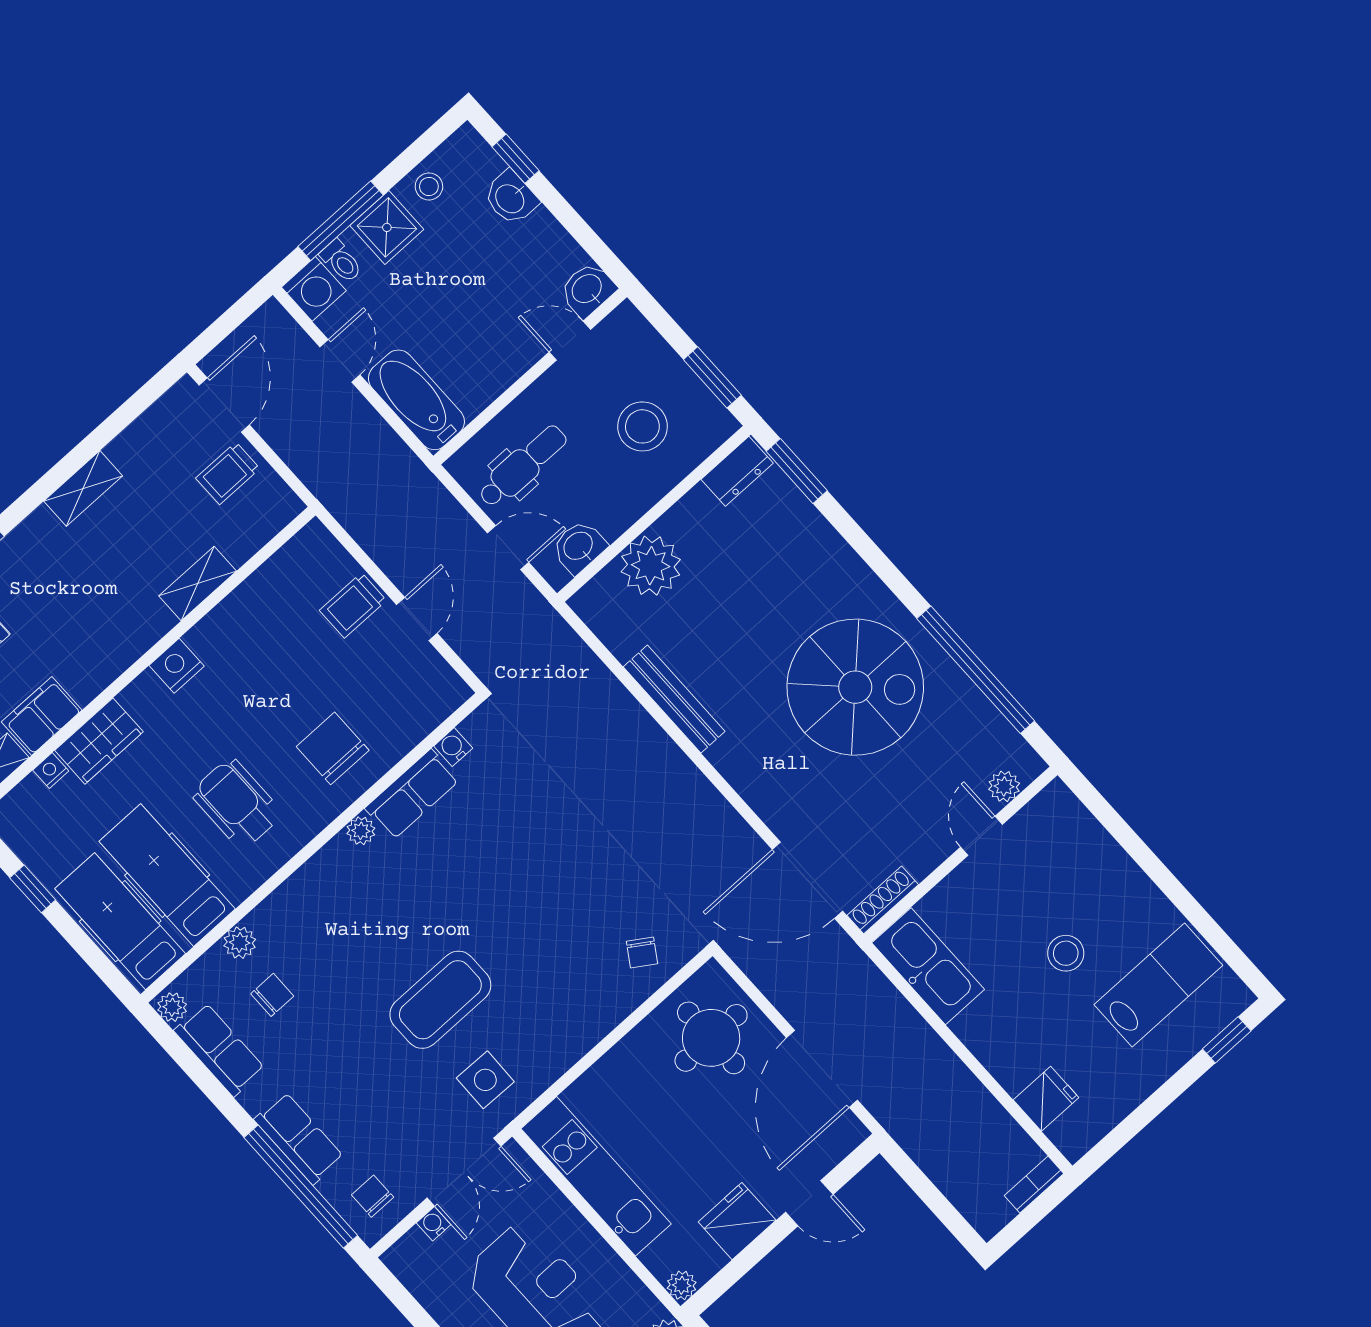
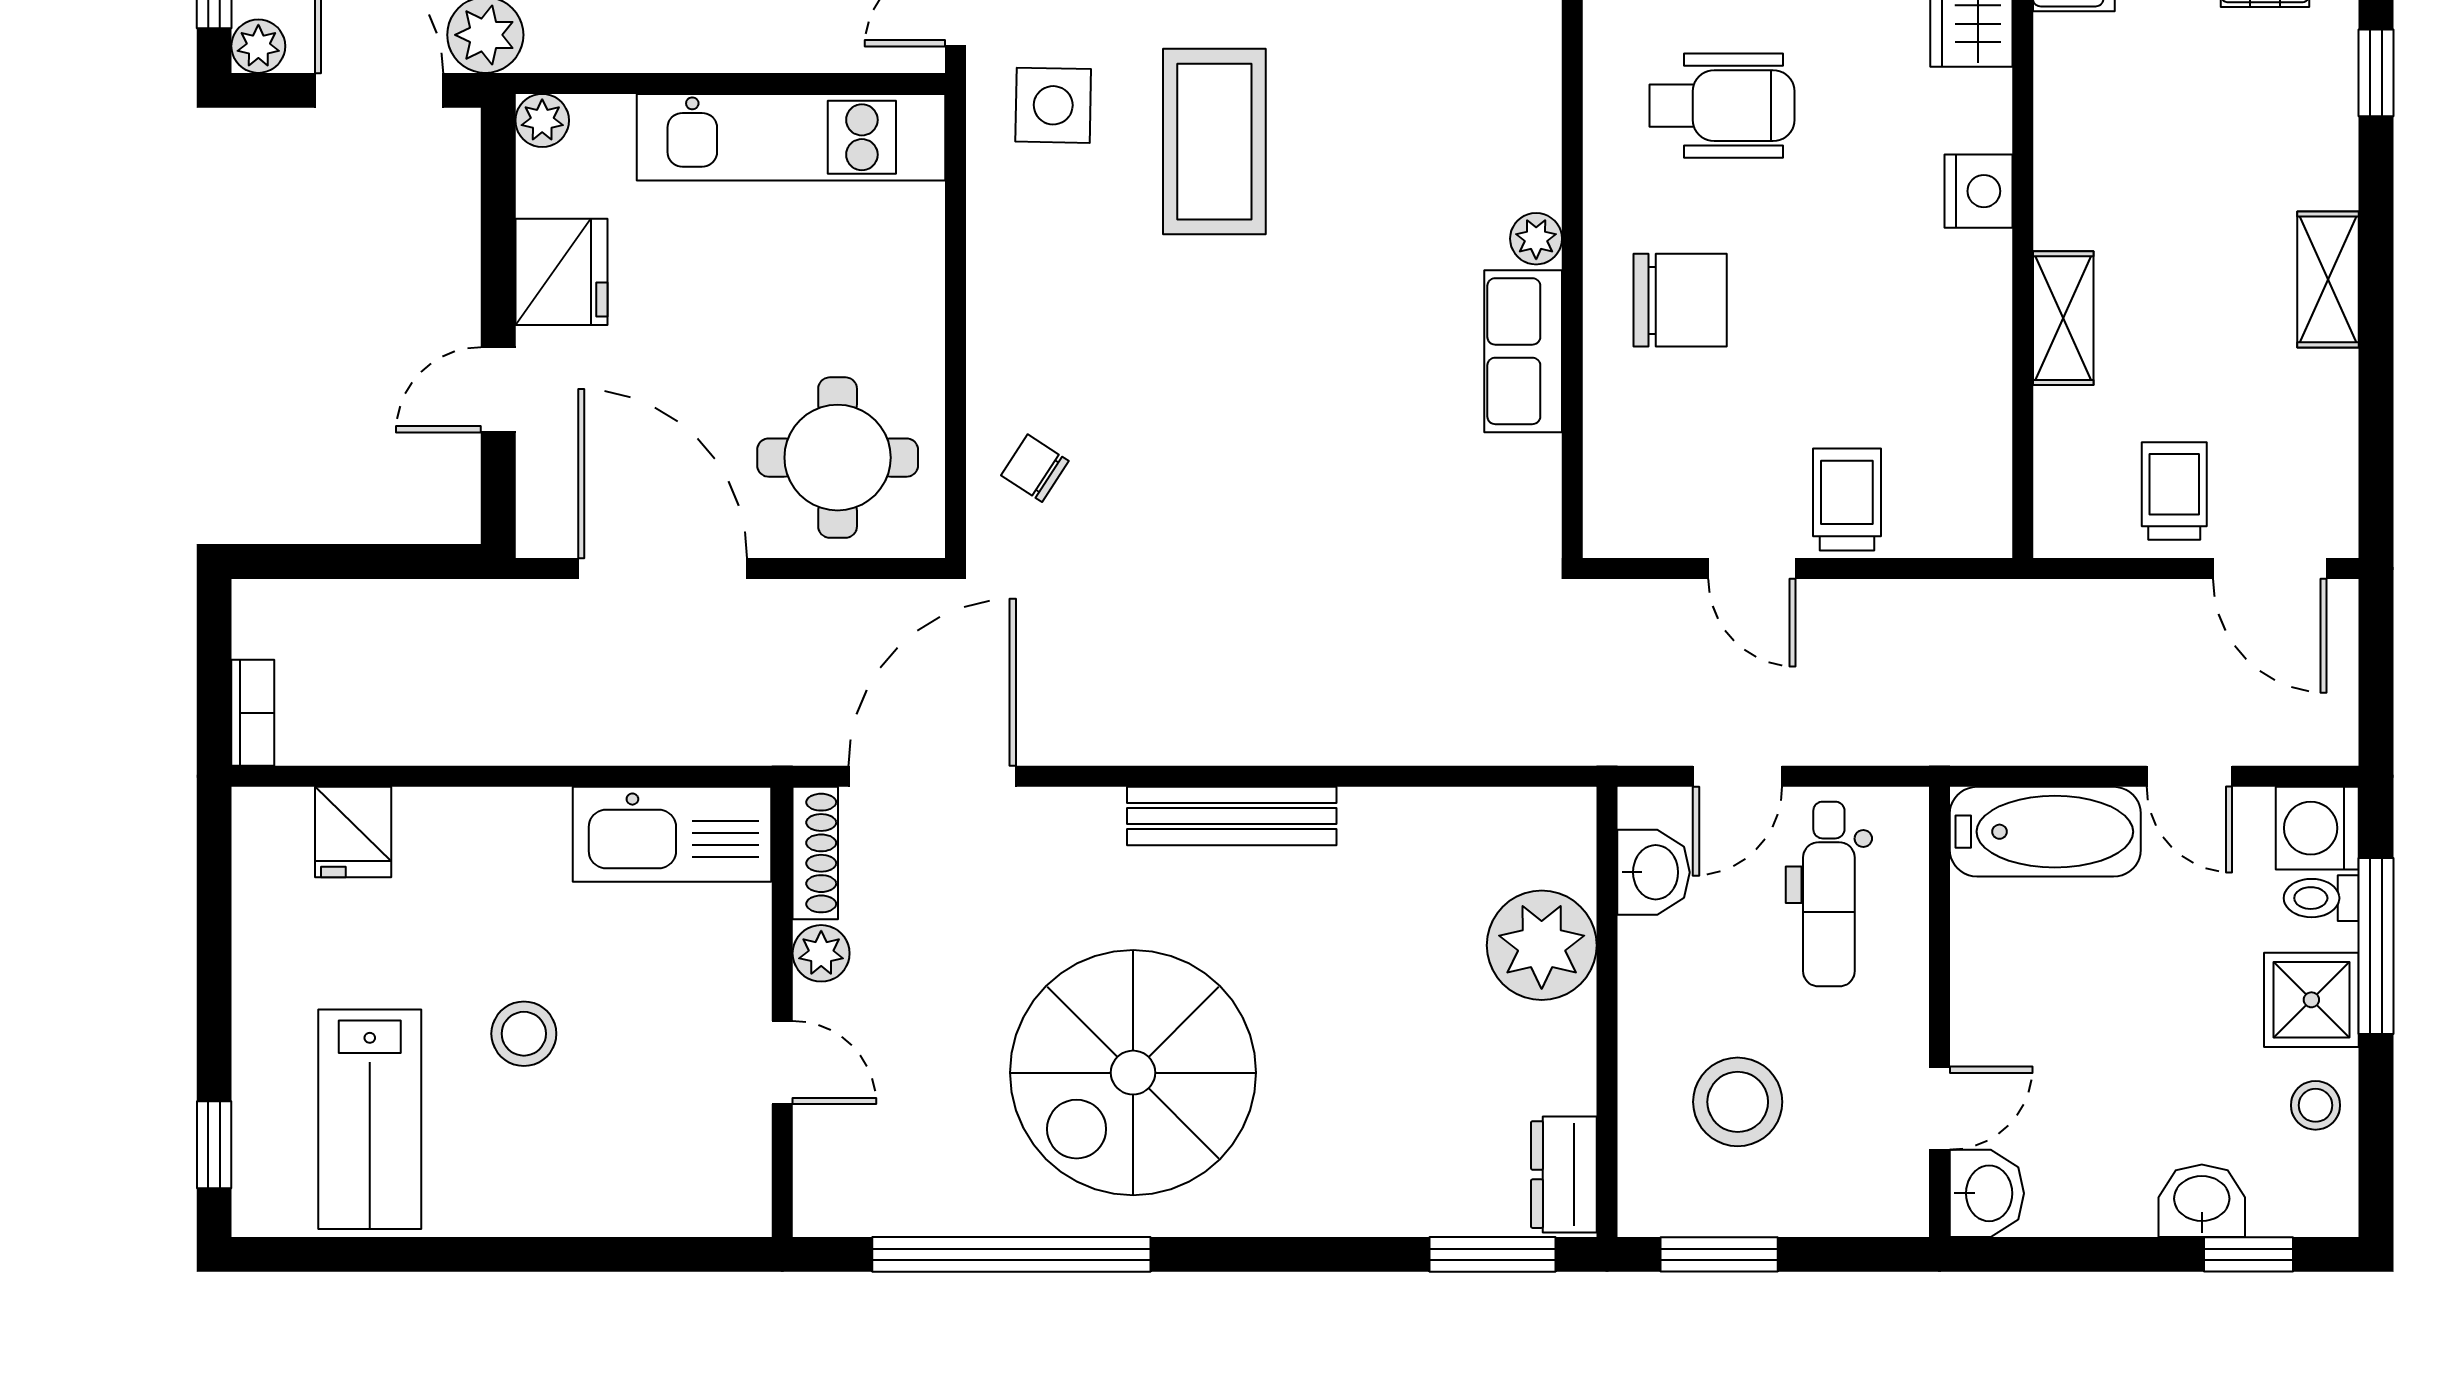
bench: (674, 699) -> (1232, 816), moved
water cooler: (453, 747) -> (1537, 463), removed
plant: (1004, 786) -> (821, 953), moved

